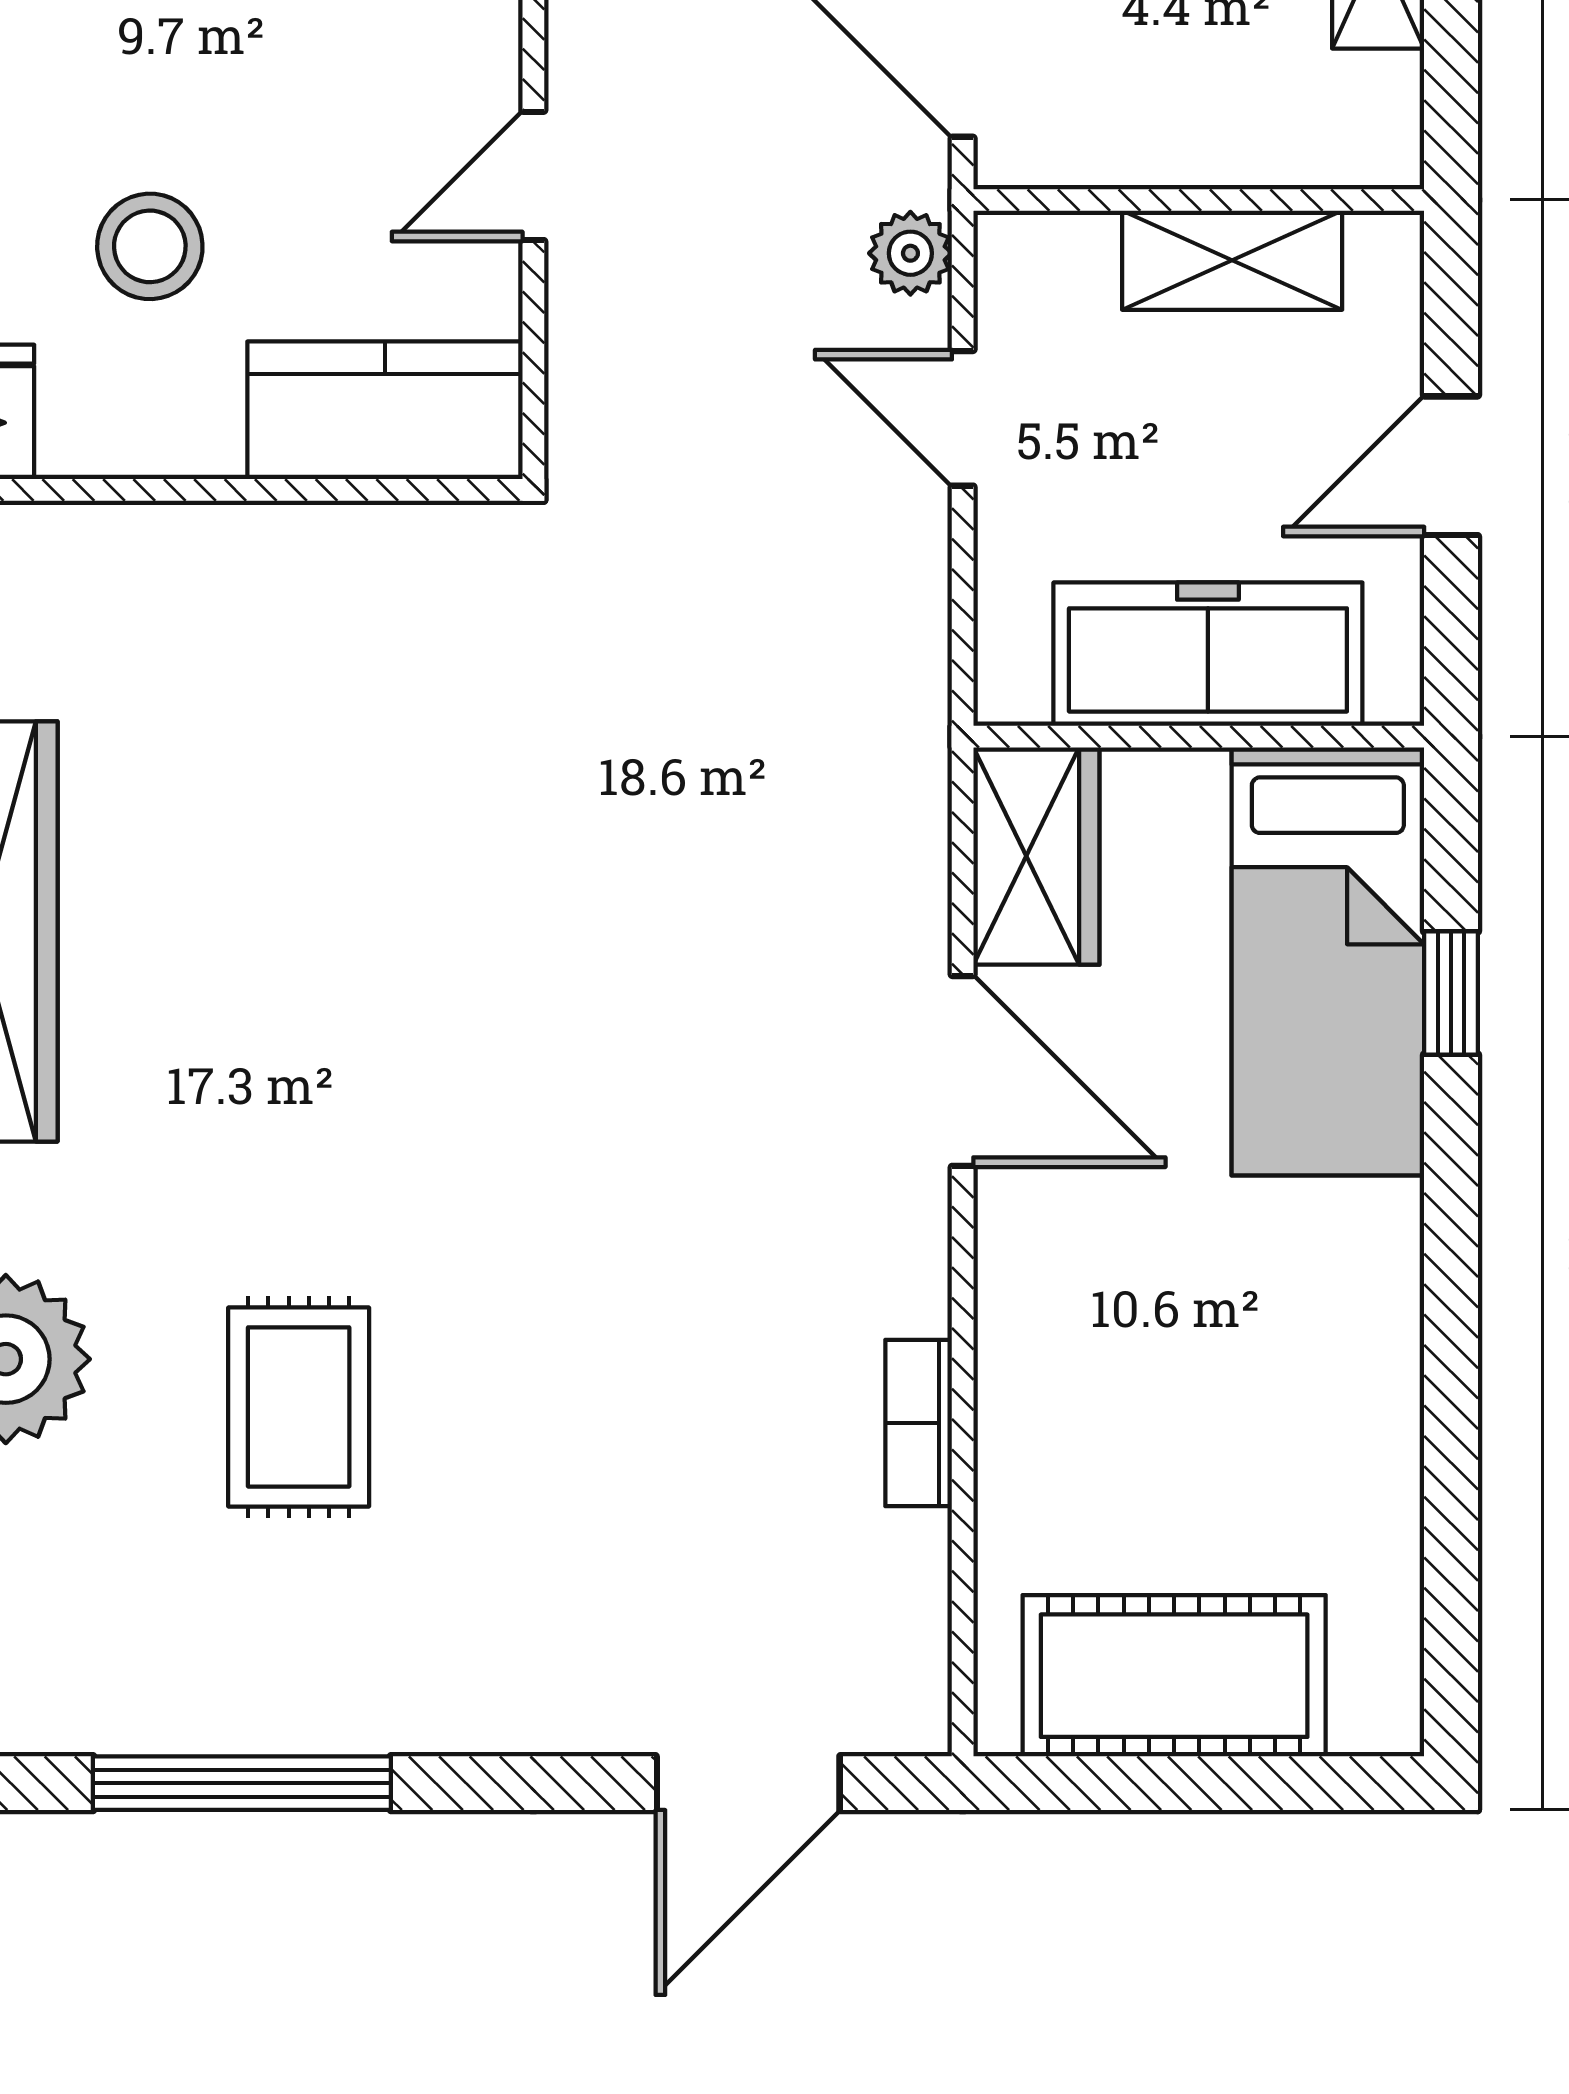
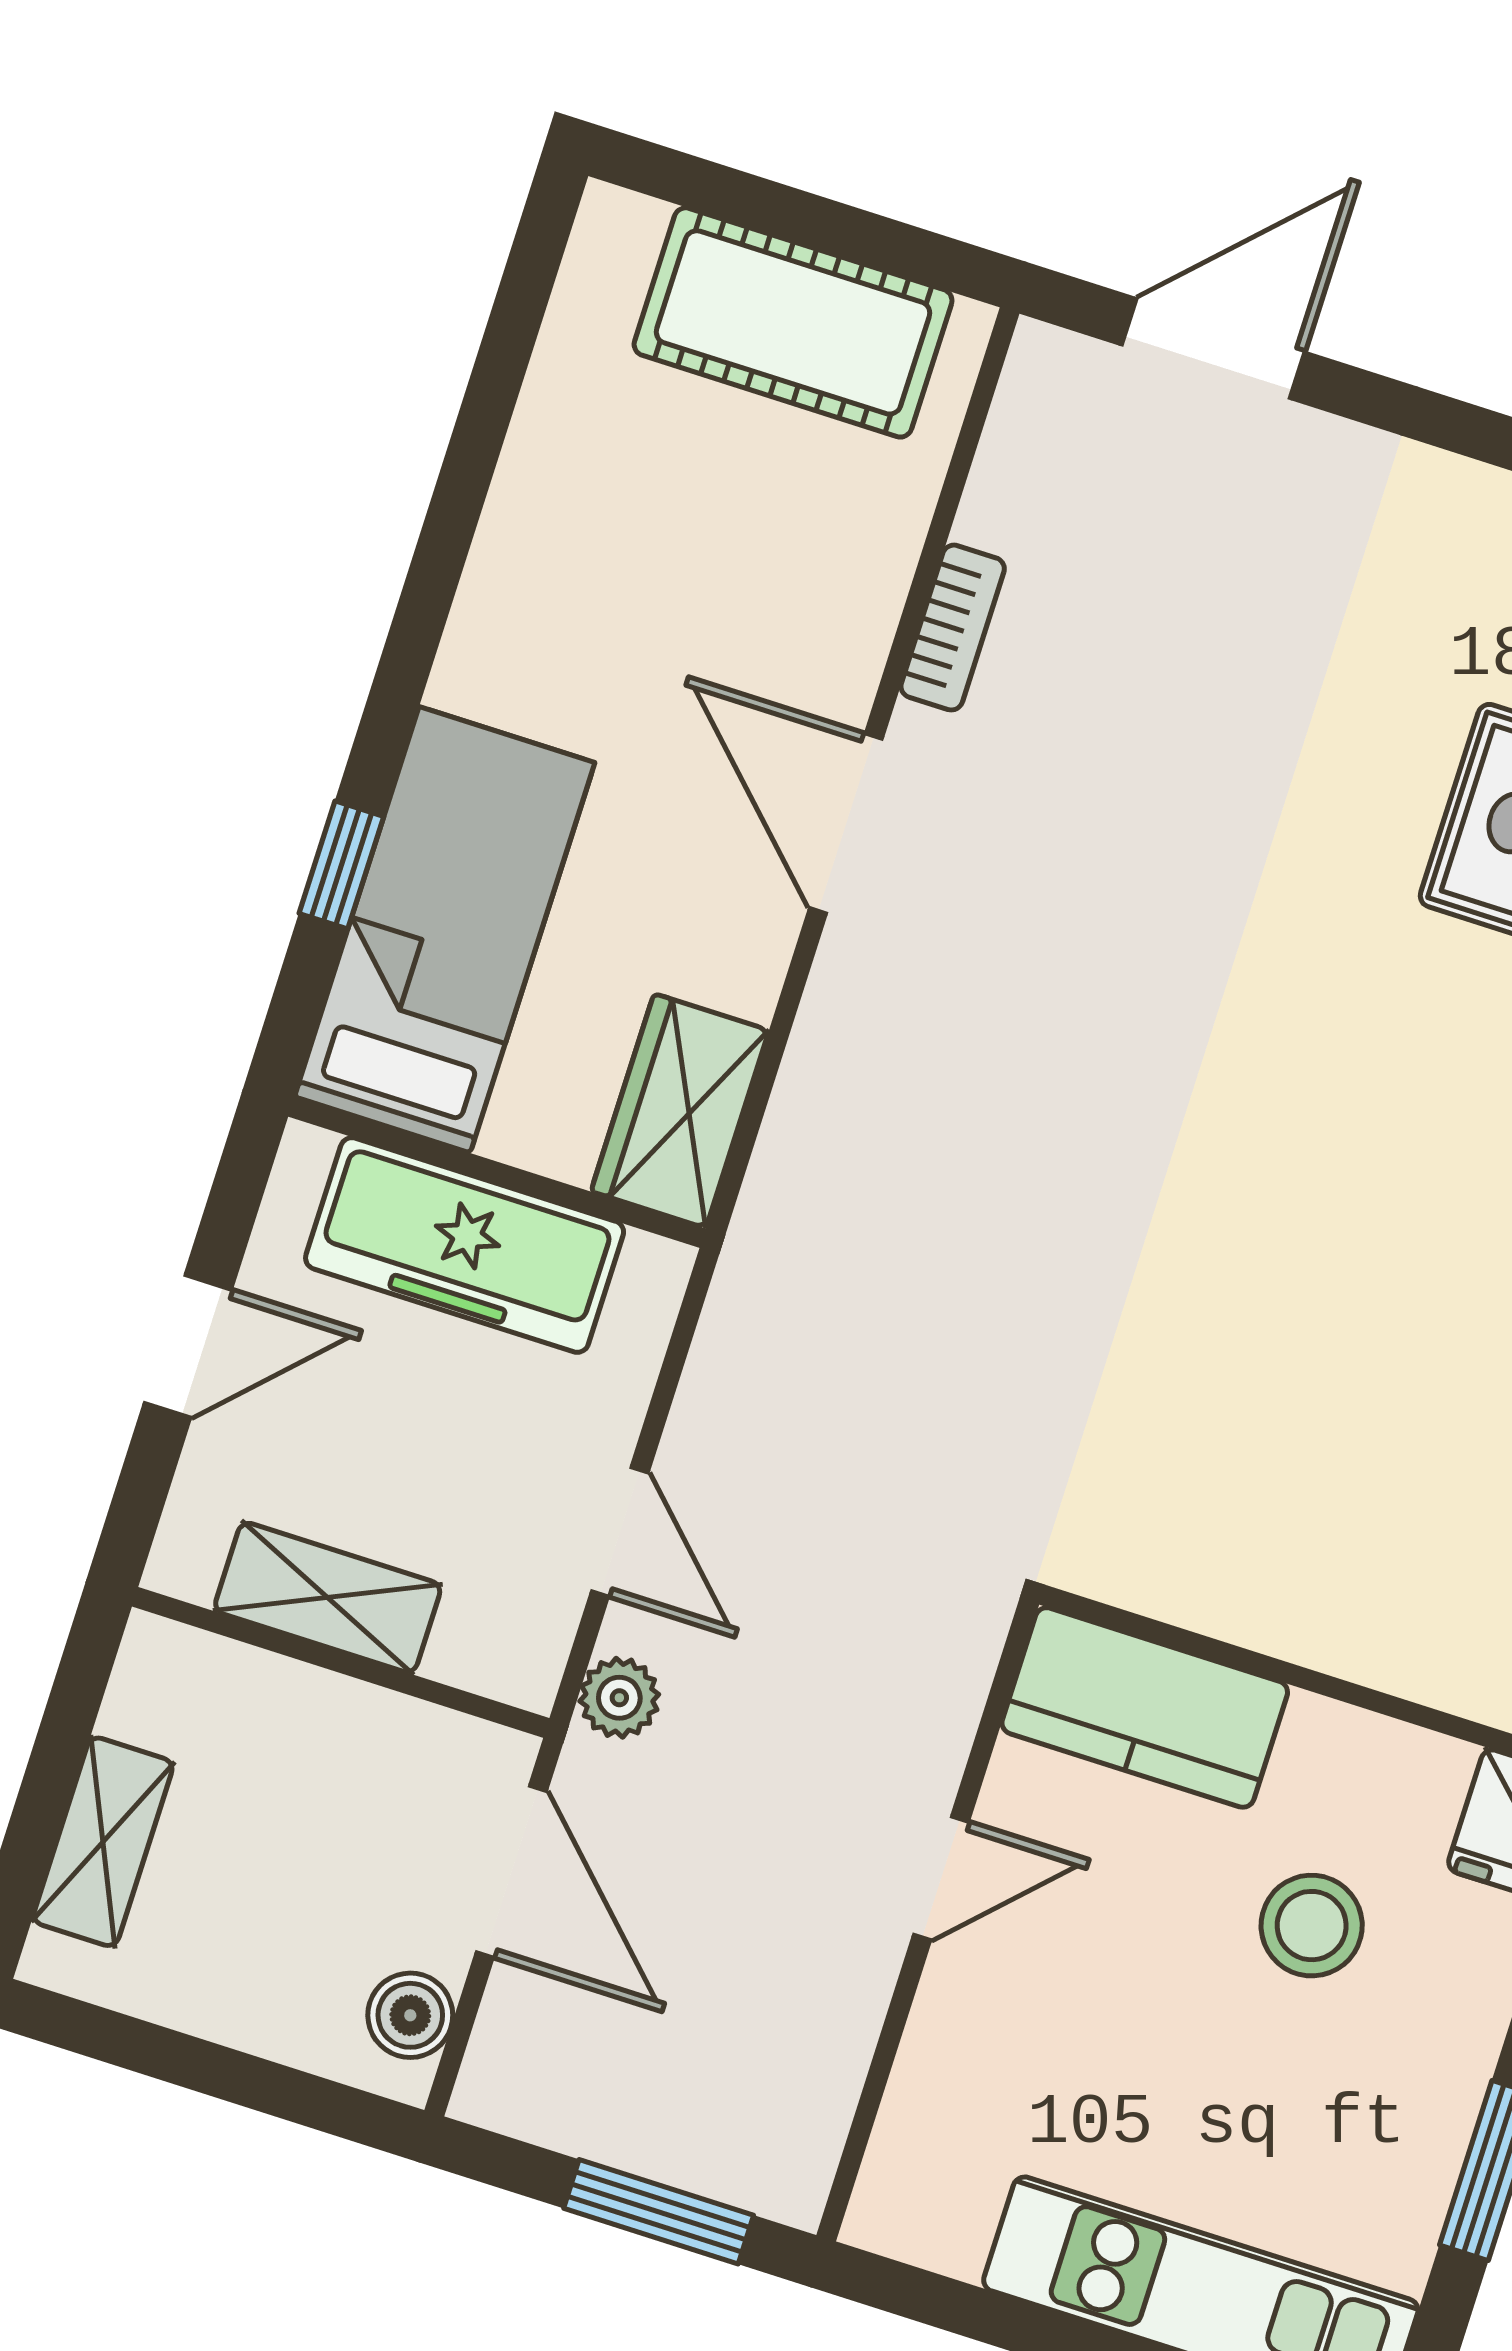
door: (963, 1071) -> (846, 823), moved

